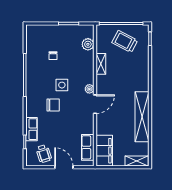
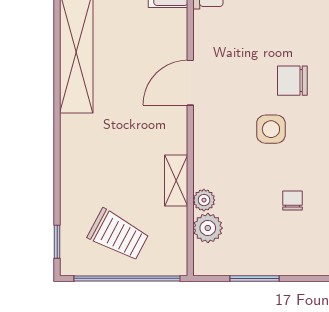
plant: (89, 89) -> (204, 200), moved

